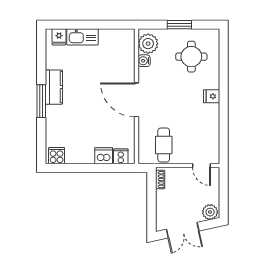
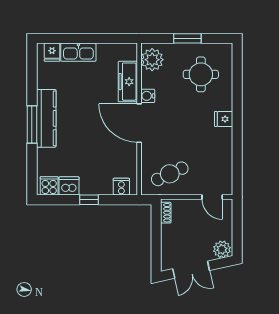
water cooler: (144, 61) -> (148, 96), moved
freezer: (126, 63) -> (128, 82), added
kitchen counter: (54, 87) -> (46, 118), width x1.50
cafe table: (164, 145) -> (170, 174), turned 65
dishwasher: (104, 156) -> (69, 186), moved
window: (92, 168) -> (89, 200), added

